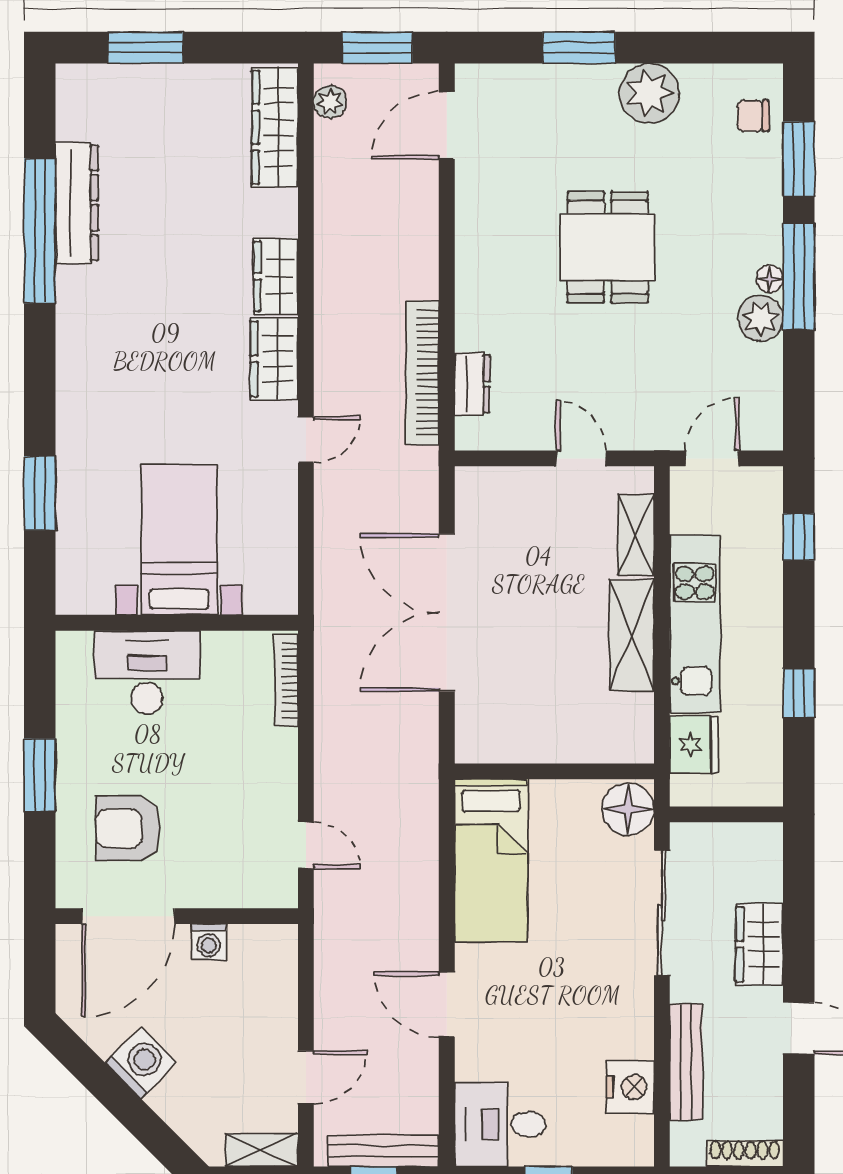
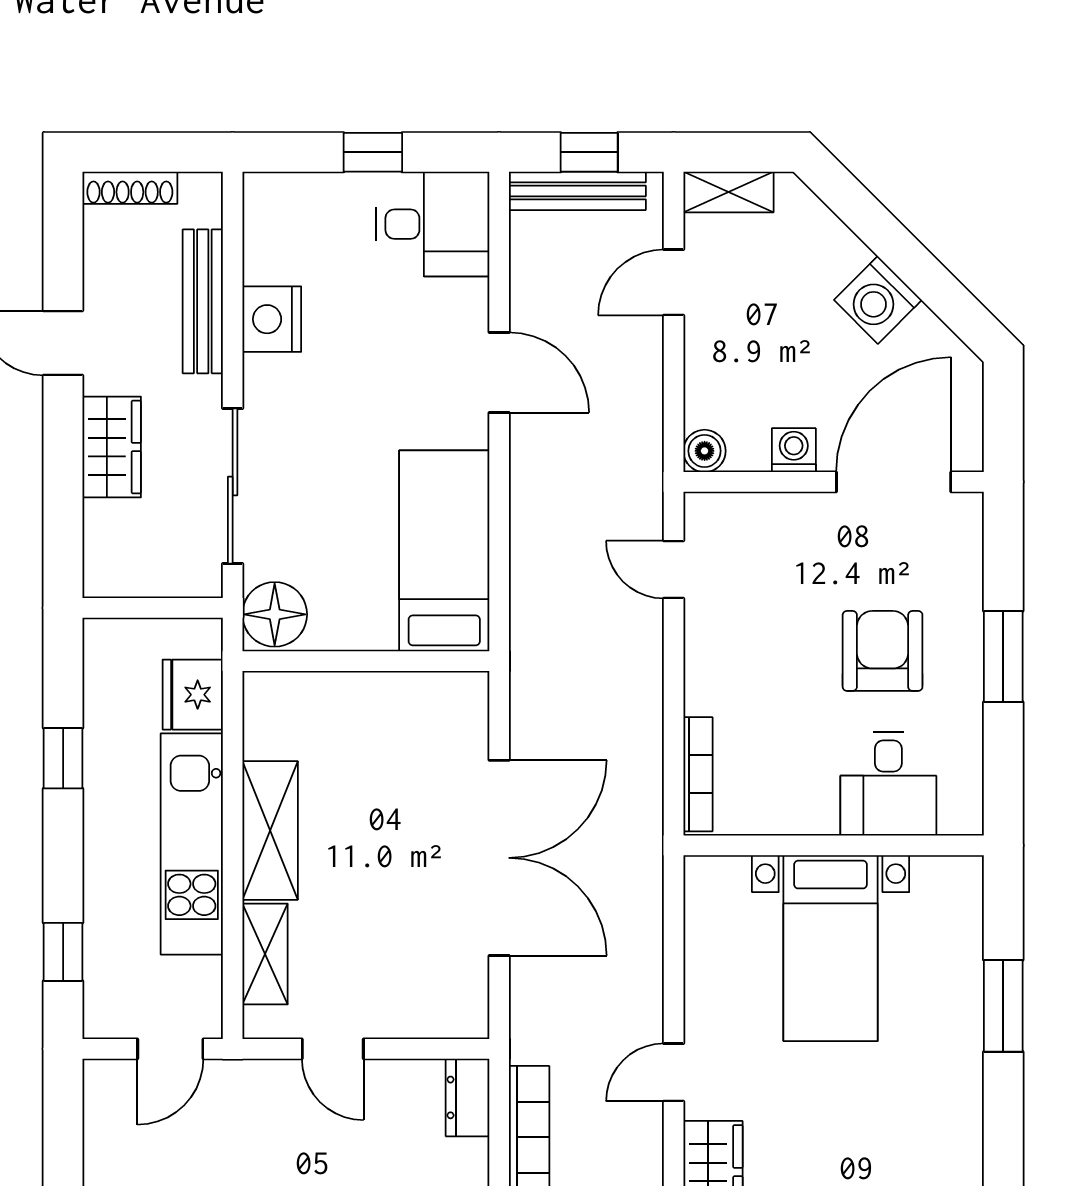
dresser: (472, 384) -> (468, 1097), moved
desk: (147, 672) -> (888, 784), width x0.73
armchair: (128, 828) -> (883, 651), moved, turned -90
boiler: (281, 941) -> (705, 451), added
nightstand: (630, 1087) -> (272, 319), moved

